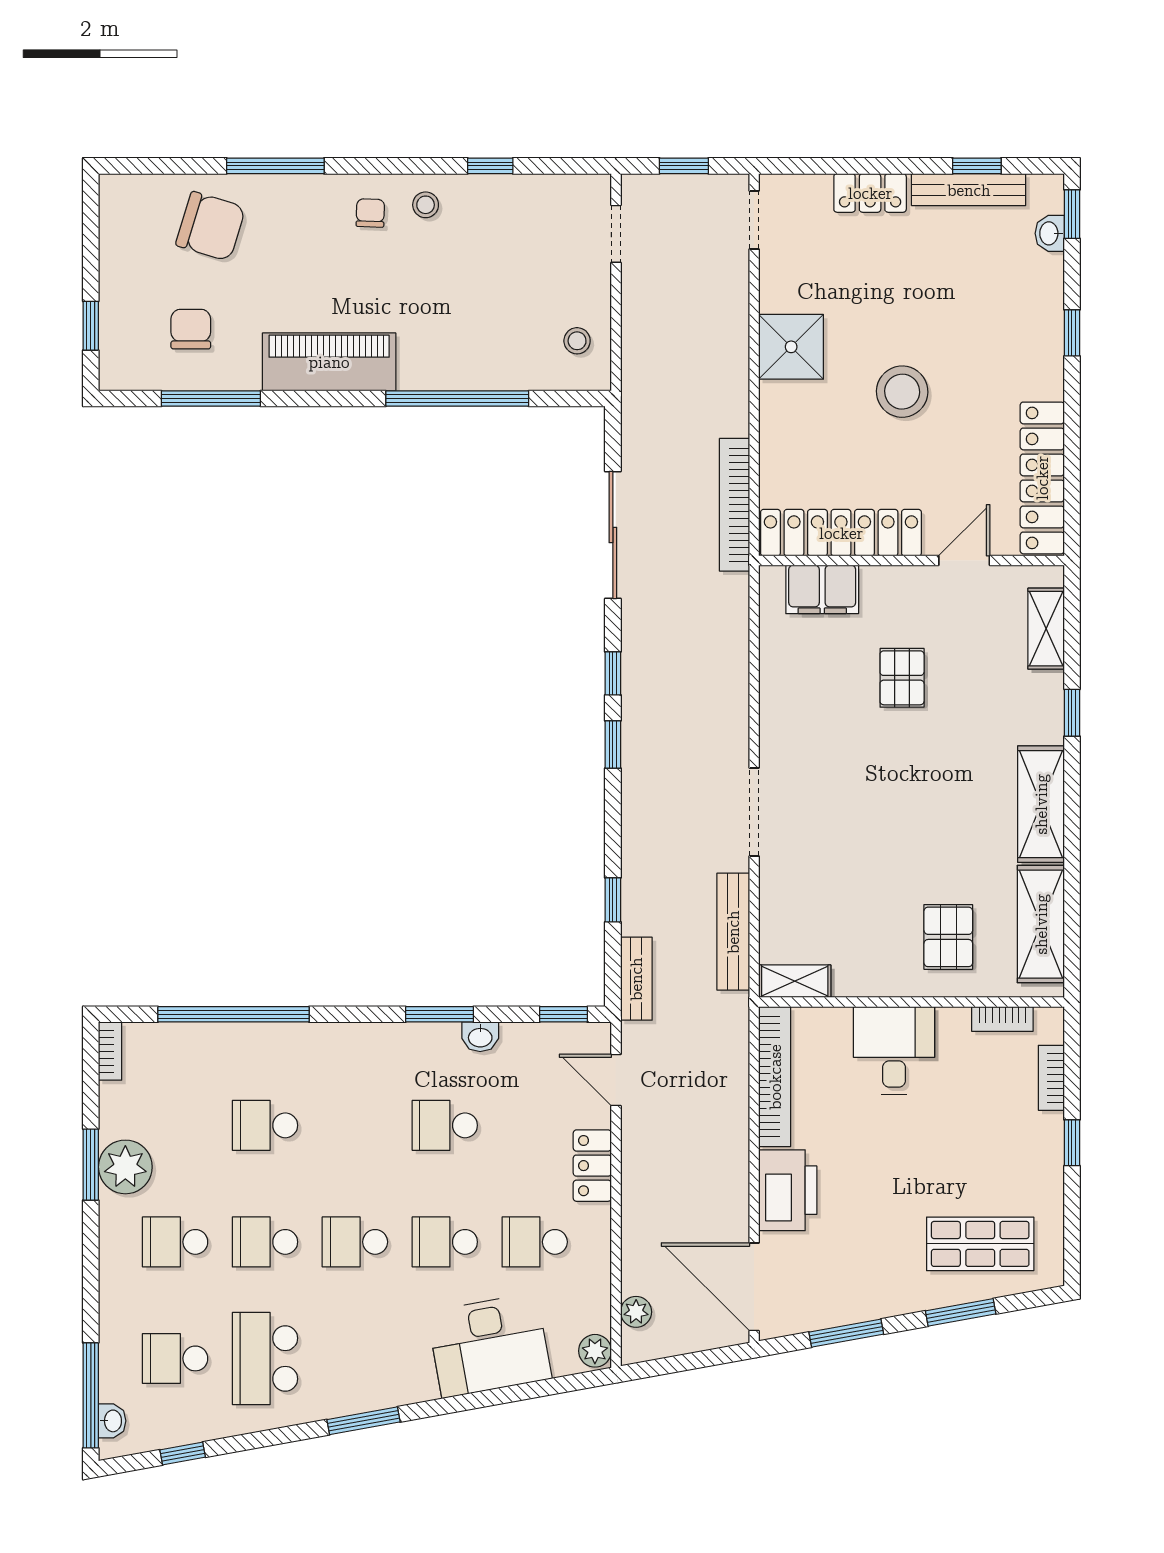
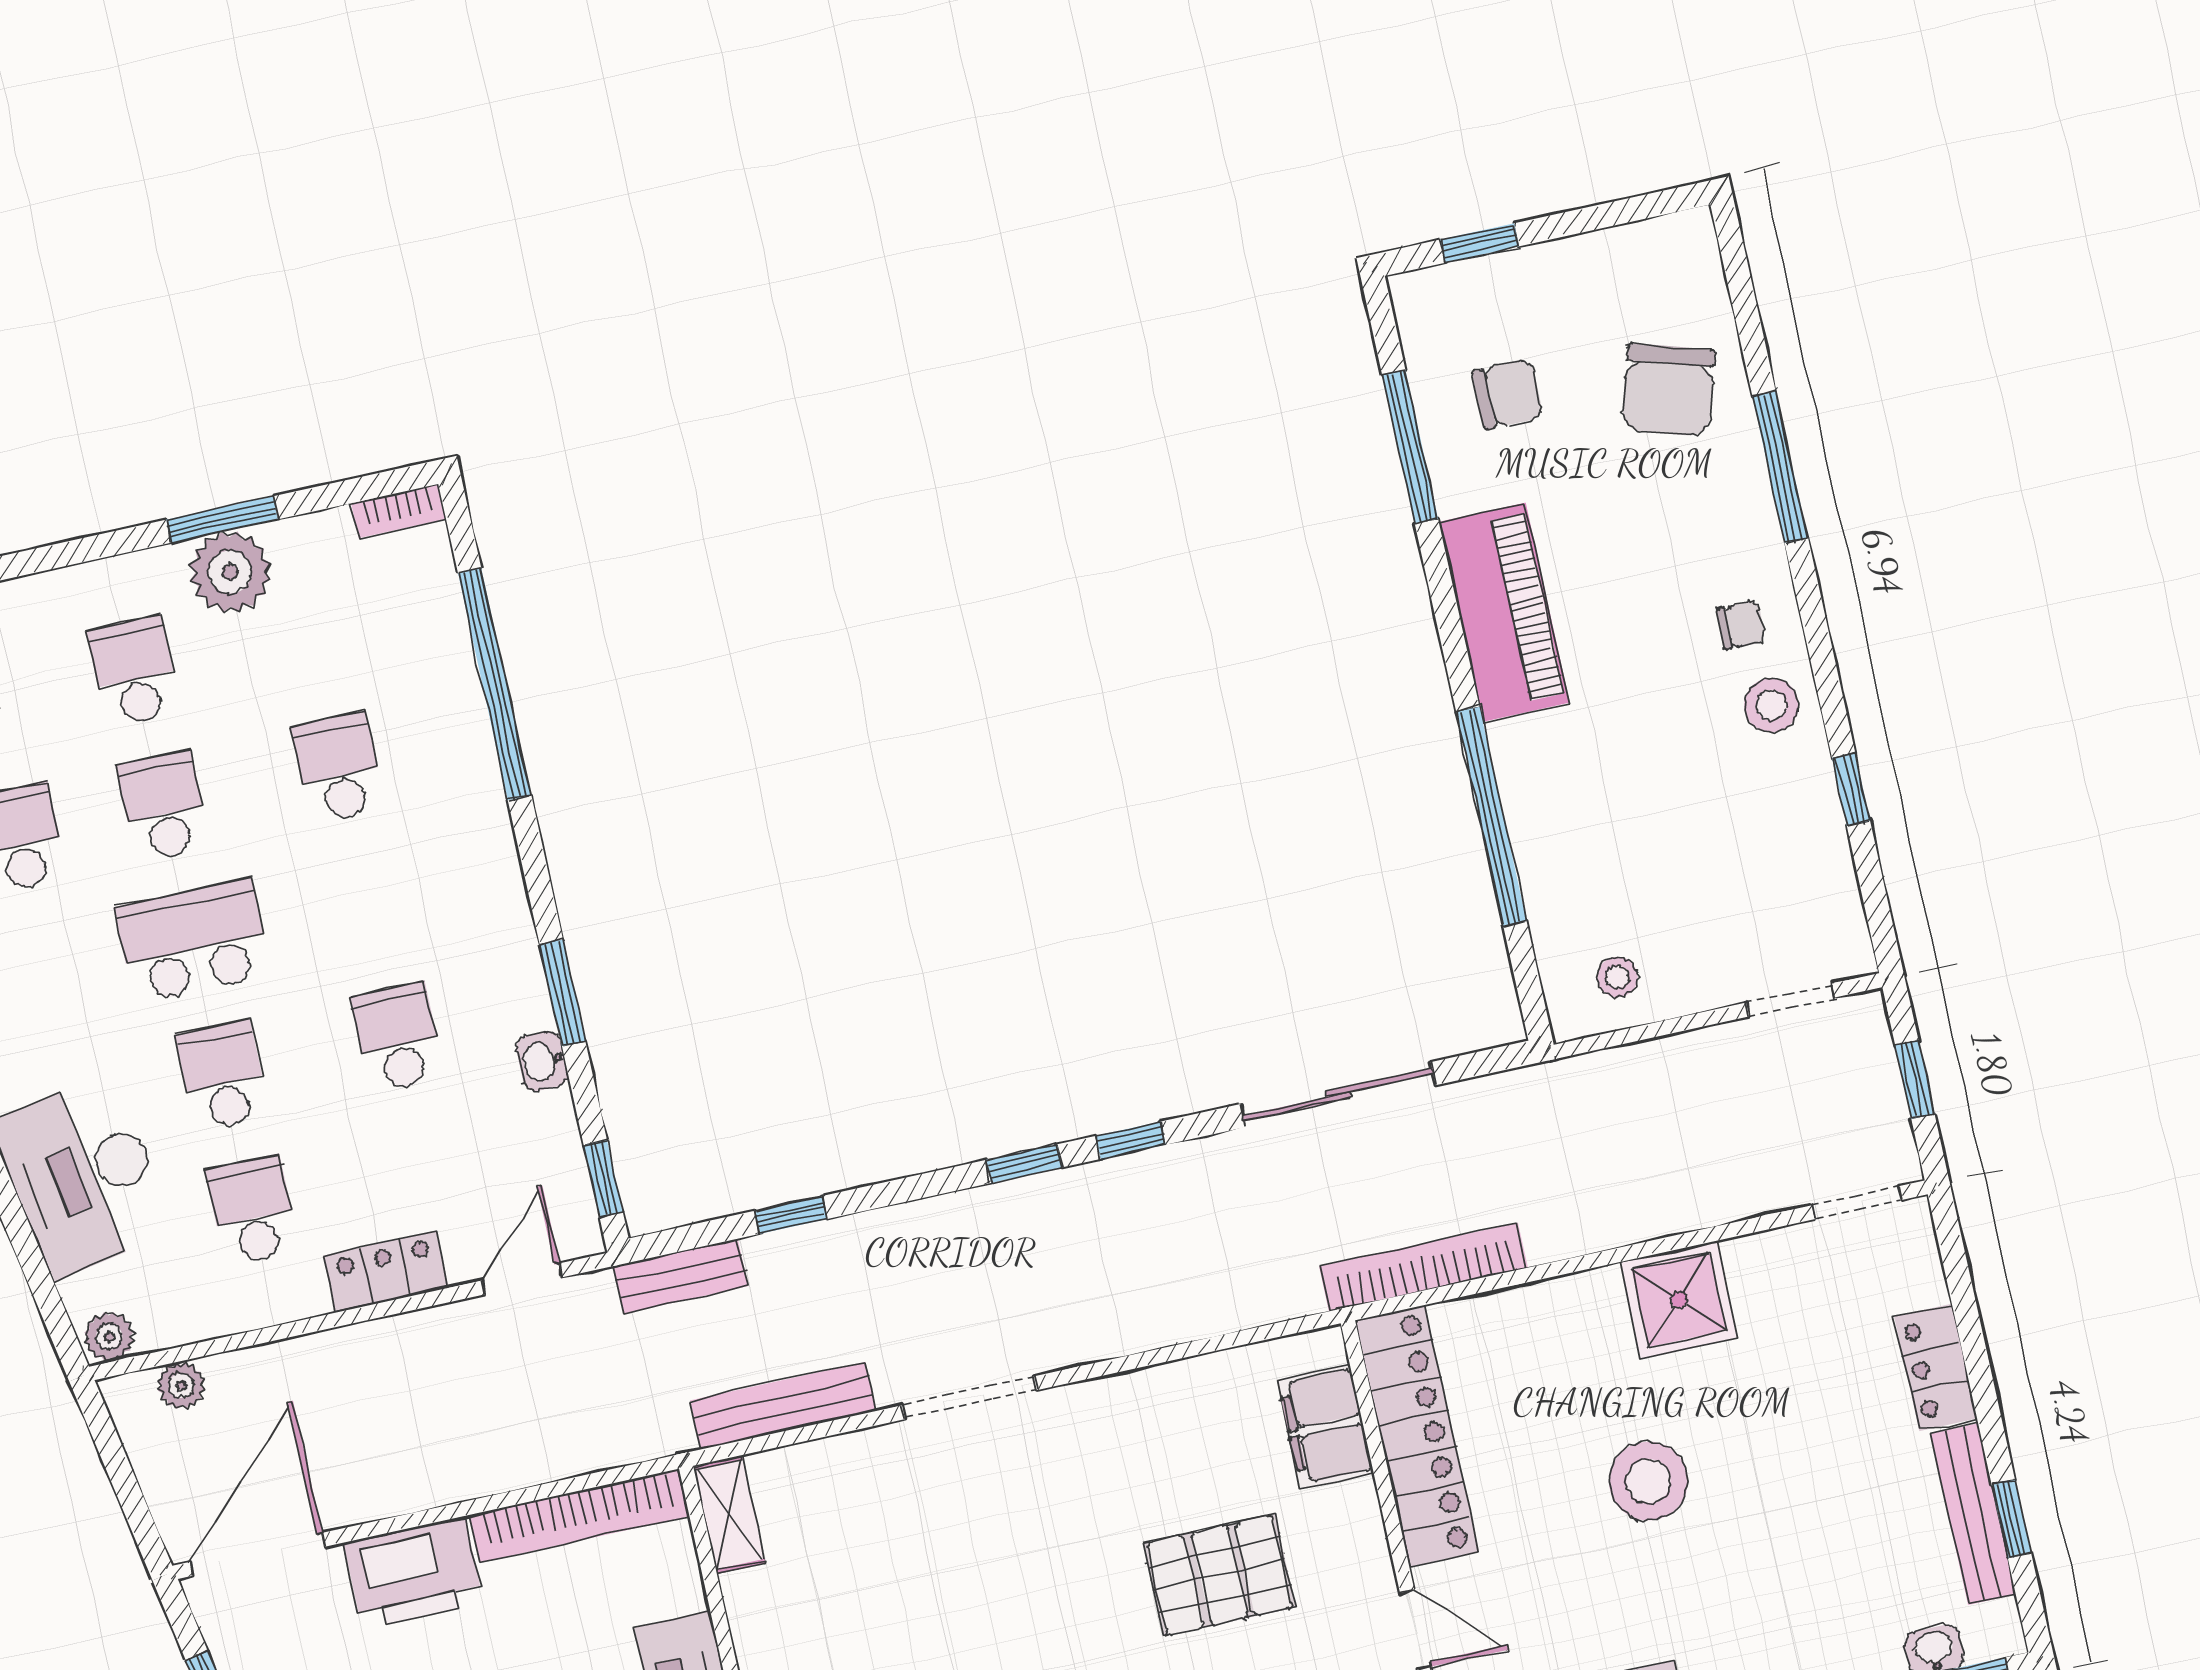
stool: (426, 205) -> (1771, 705), width x1.37, depth x1.37
pallet: (902, 678) -> (1219, 1575), width x1.50, depth x1.42
school desk: (355, 1242) -> (193, 941), width x1.85

